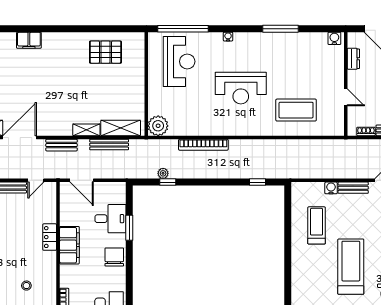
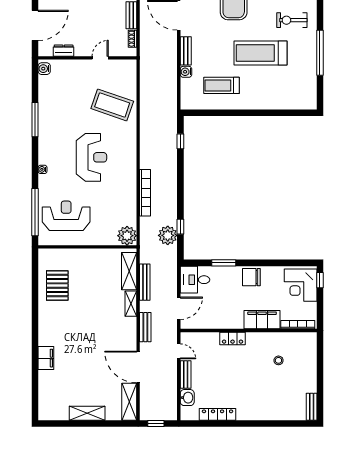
coffee table: (296, 110) -> (112, 105), turned -71
plant: (163, 173) -> (168, 235), width x1.87, depth x1.87
desk: (111, 219) -> (195, 280), moved, turned -90
filing cabinet: (69, 245) -> (262, 320), moved

